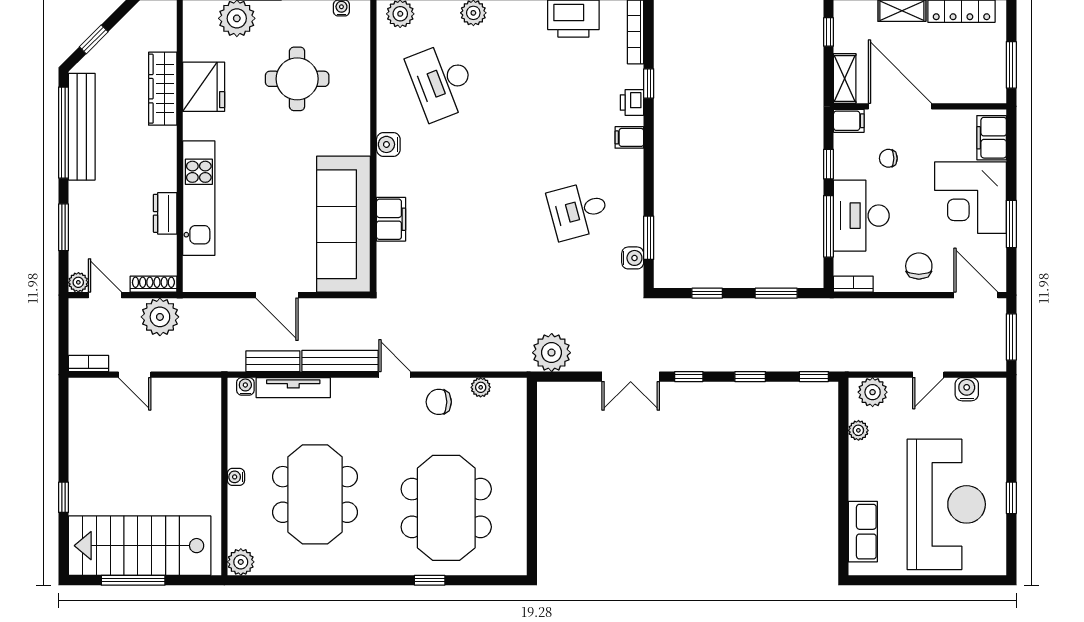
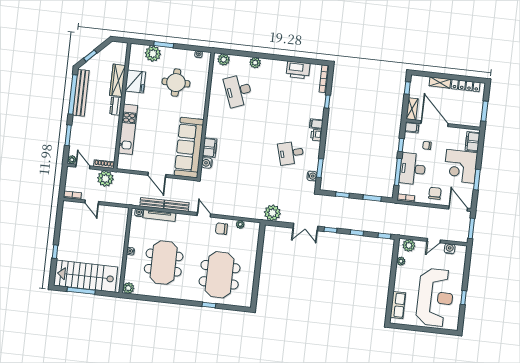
printer: (632, 102) -> (316, 135), moved
water cooler: (388, 144) -> (207, 163), moved
dresser: (165, 213) -> (116, 106), moved
bench: (340, 361) -> (176, 206), width x0.73

